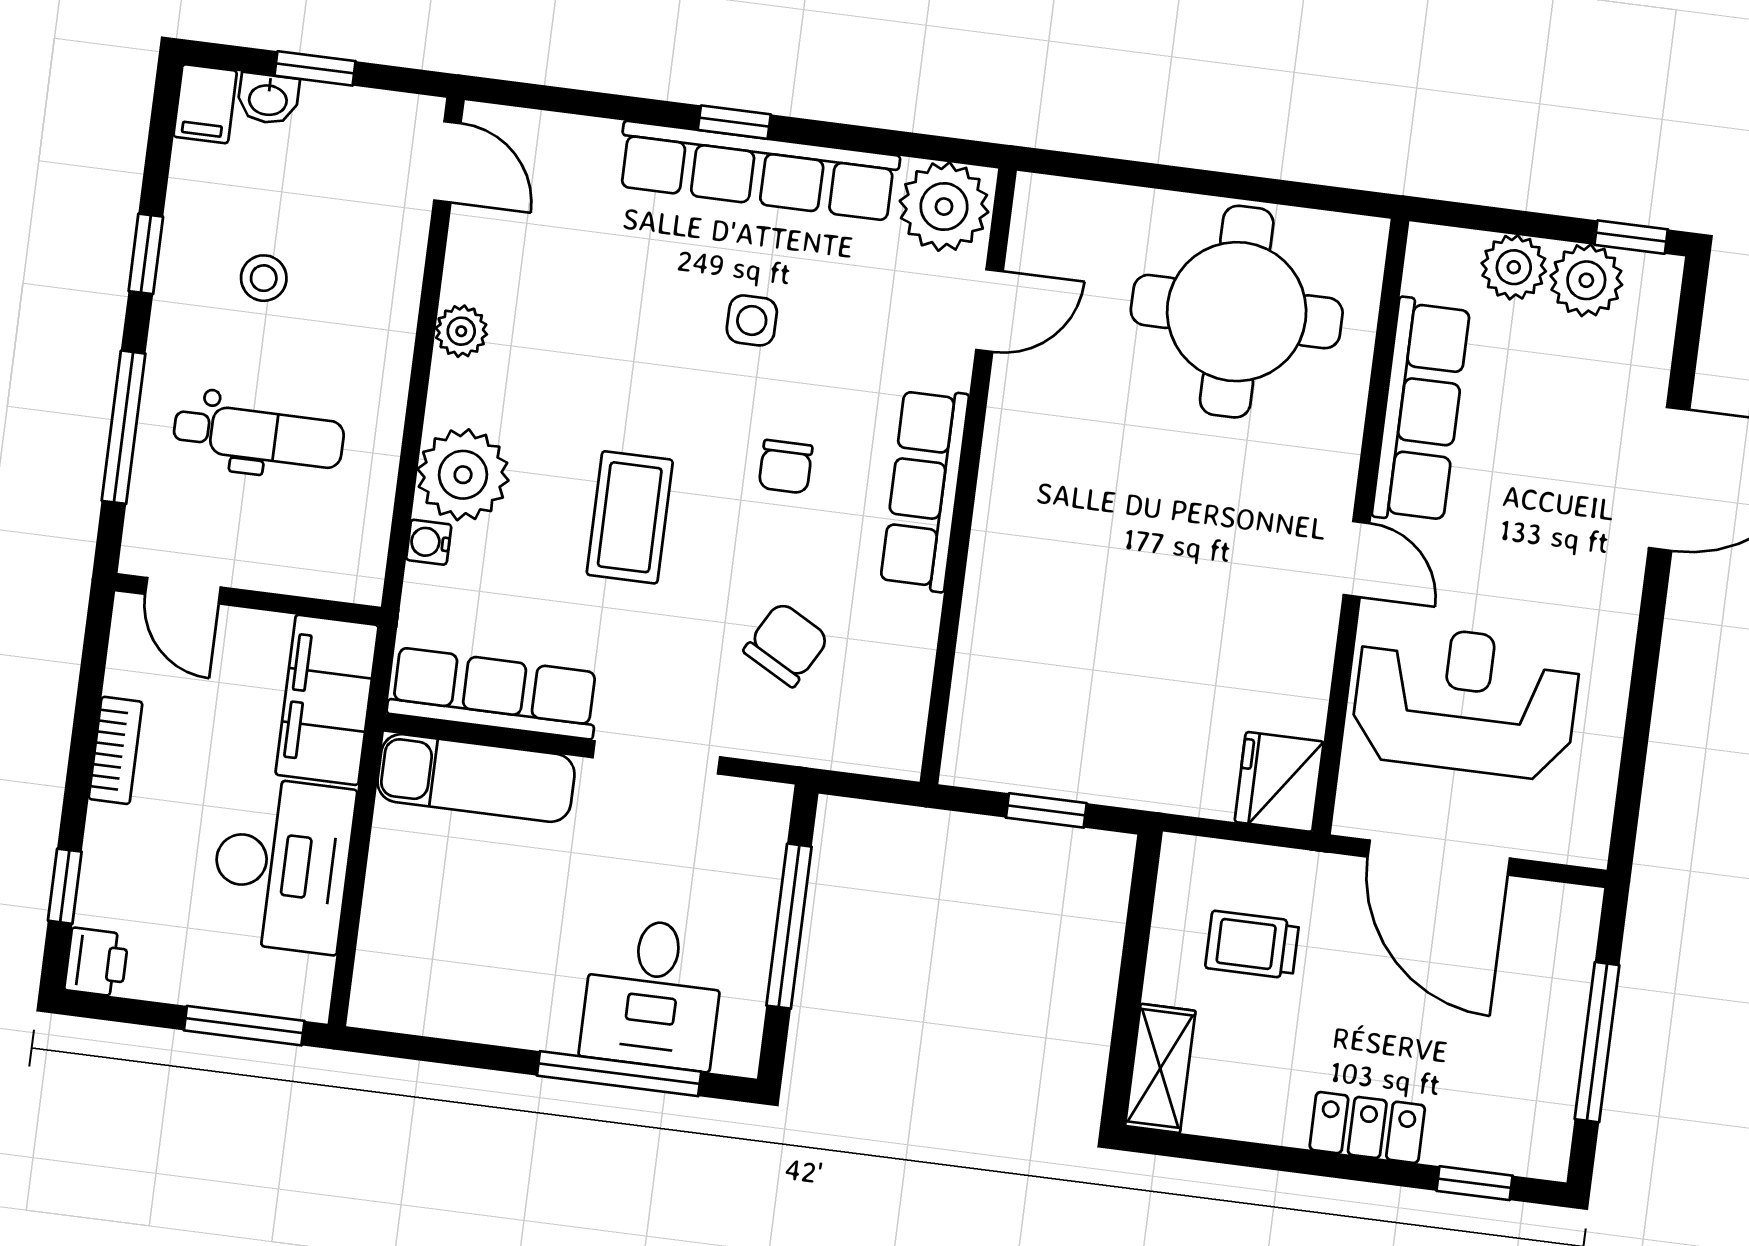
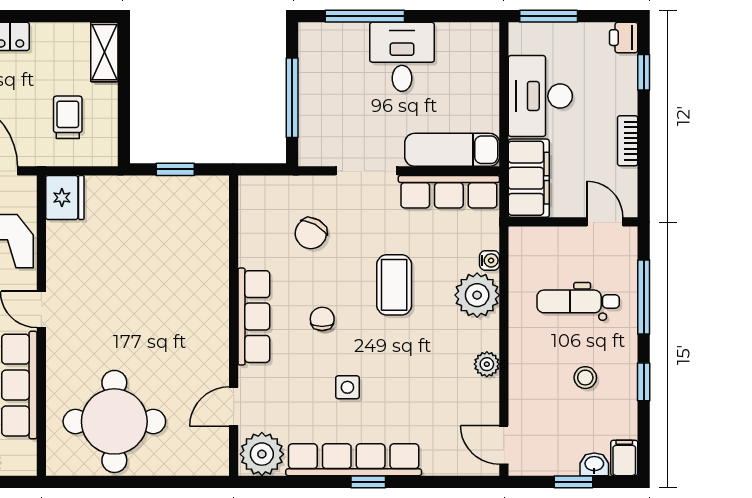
trolley: (1252, 945) -> (68, 117), turned -90
desk: (653, 994) -> (402, 57), moved

